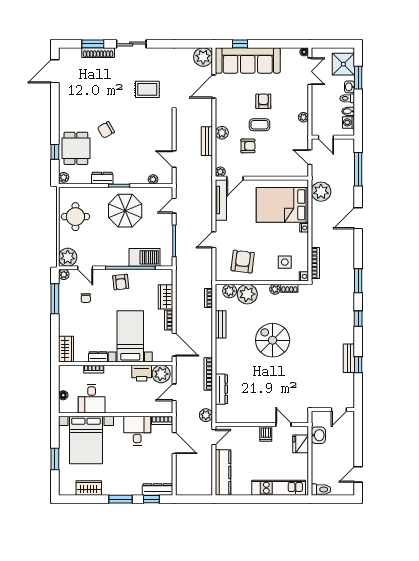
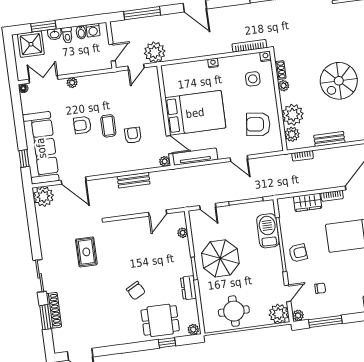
plant: (303, 117) -> (72, 83), moved
plant: (222, 133) -> (122, 165), removed
plant: (321, 192) -> (155, 52), moved
bed: (282, 205) -> (195, 113), moved, turned -90

